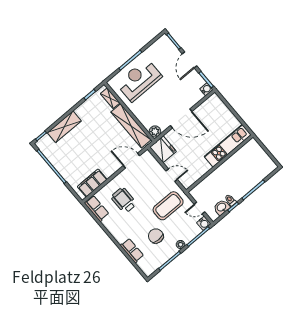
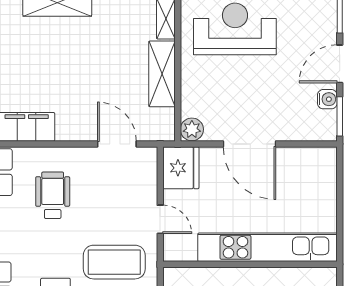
water cooler: (206, 89) -> (327, 99), moved
shelving: (131, 126) -> (162, 74), width x0.68
kitchen unit: (228, 146) -> (267, 247), width x1.36

